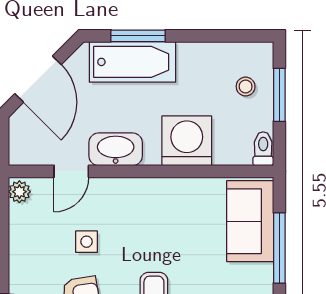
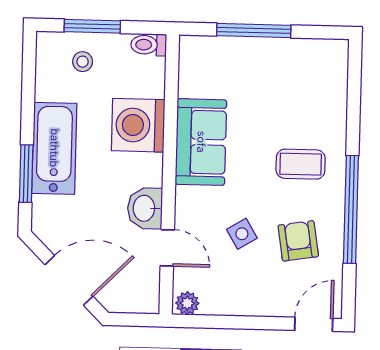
bathtub: (132, 62) -> (54, 148), moved
washbasin: (116, 149) -> (145, 208), width x0.72
sofa: (250, 221) -> (201, 142), moved, turned -90
side table: (87, 242) -> (242, 234), turned -31

